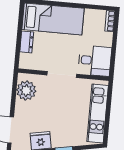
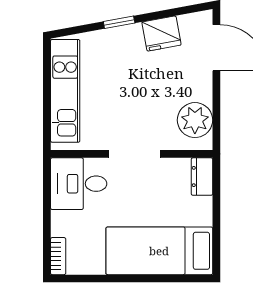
dresser: (27, 42) -> (202, 177), moved

